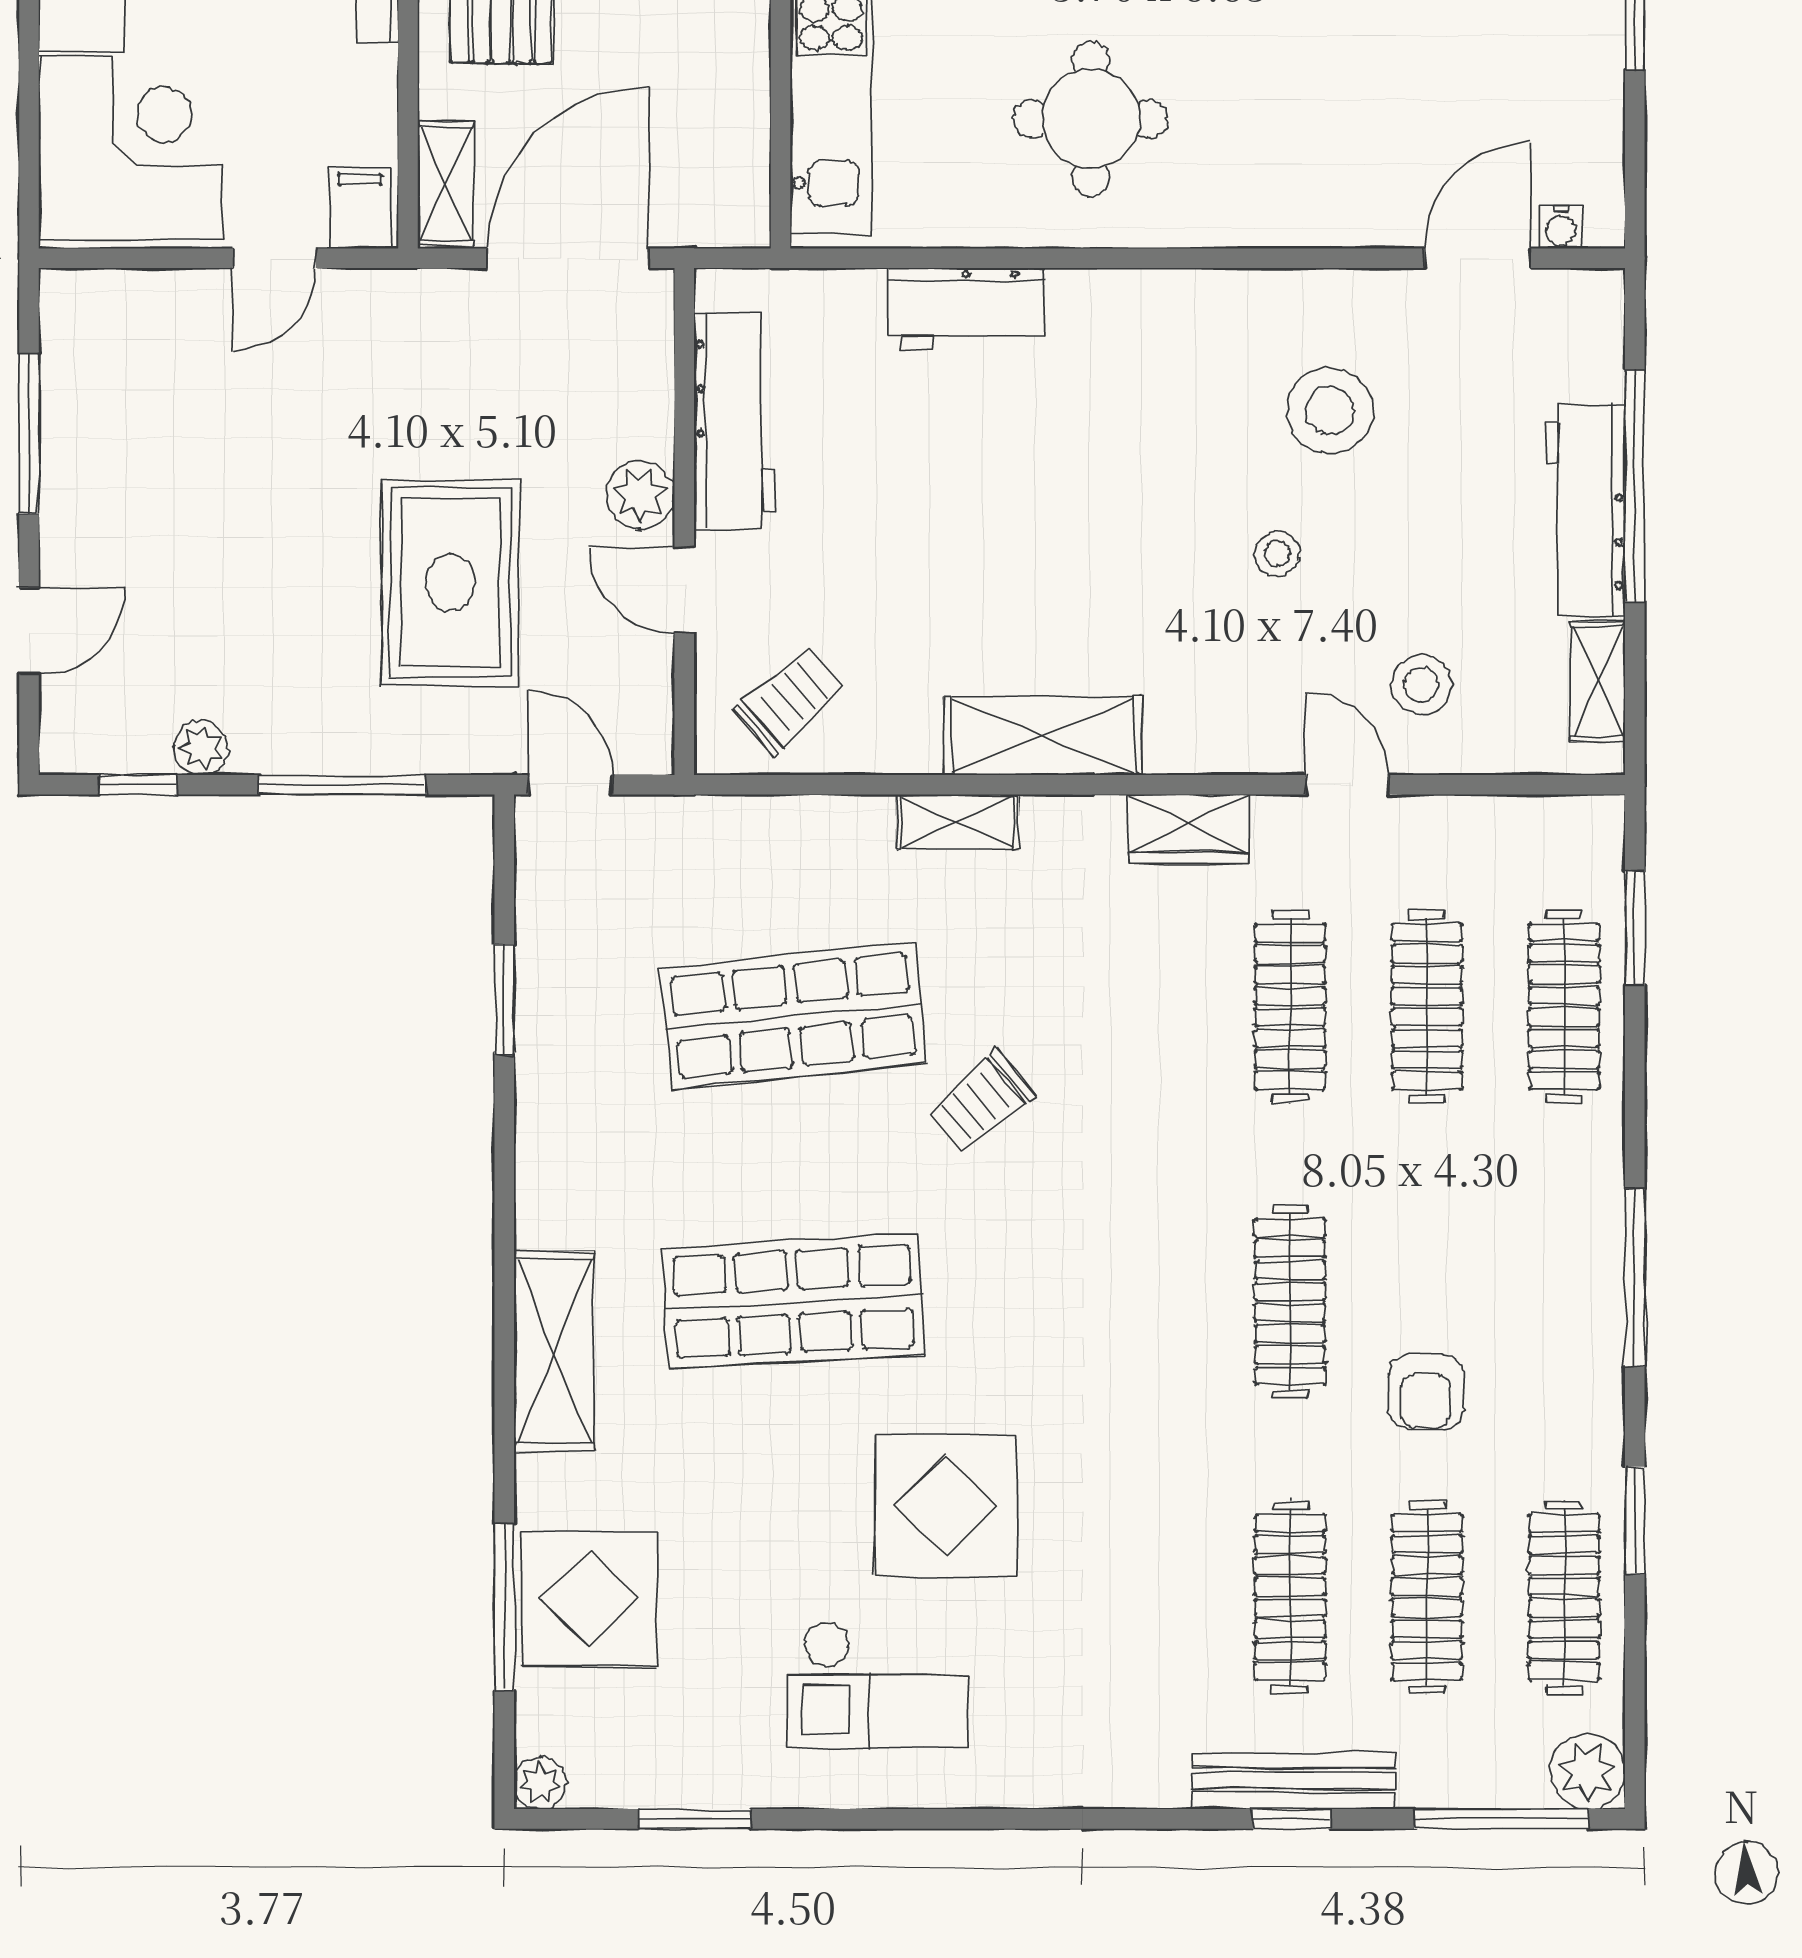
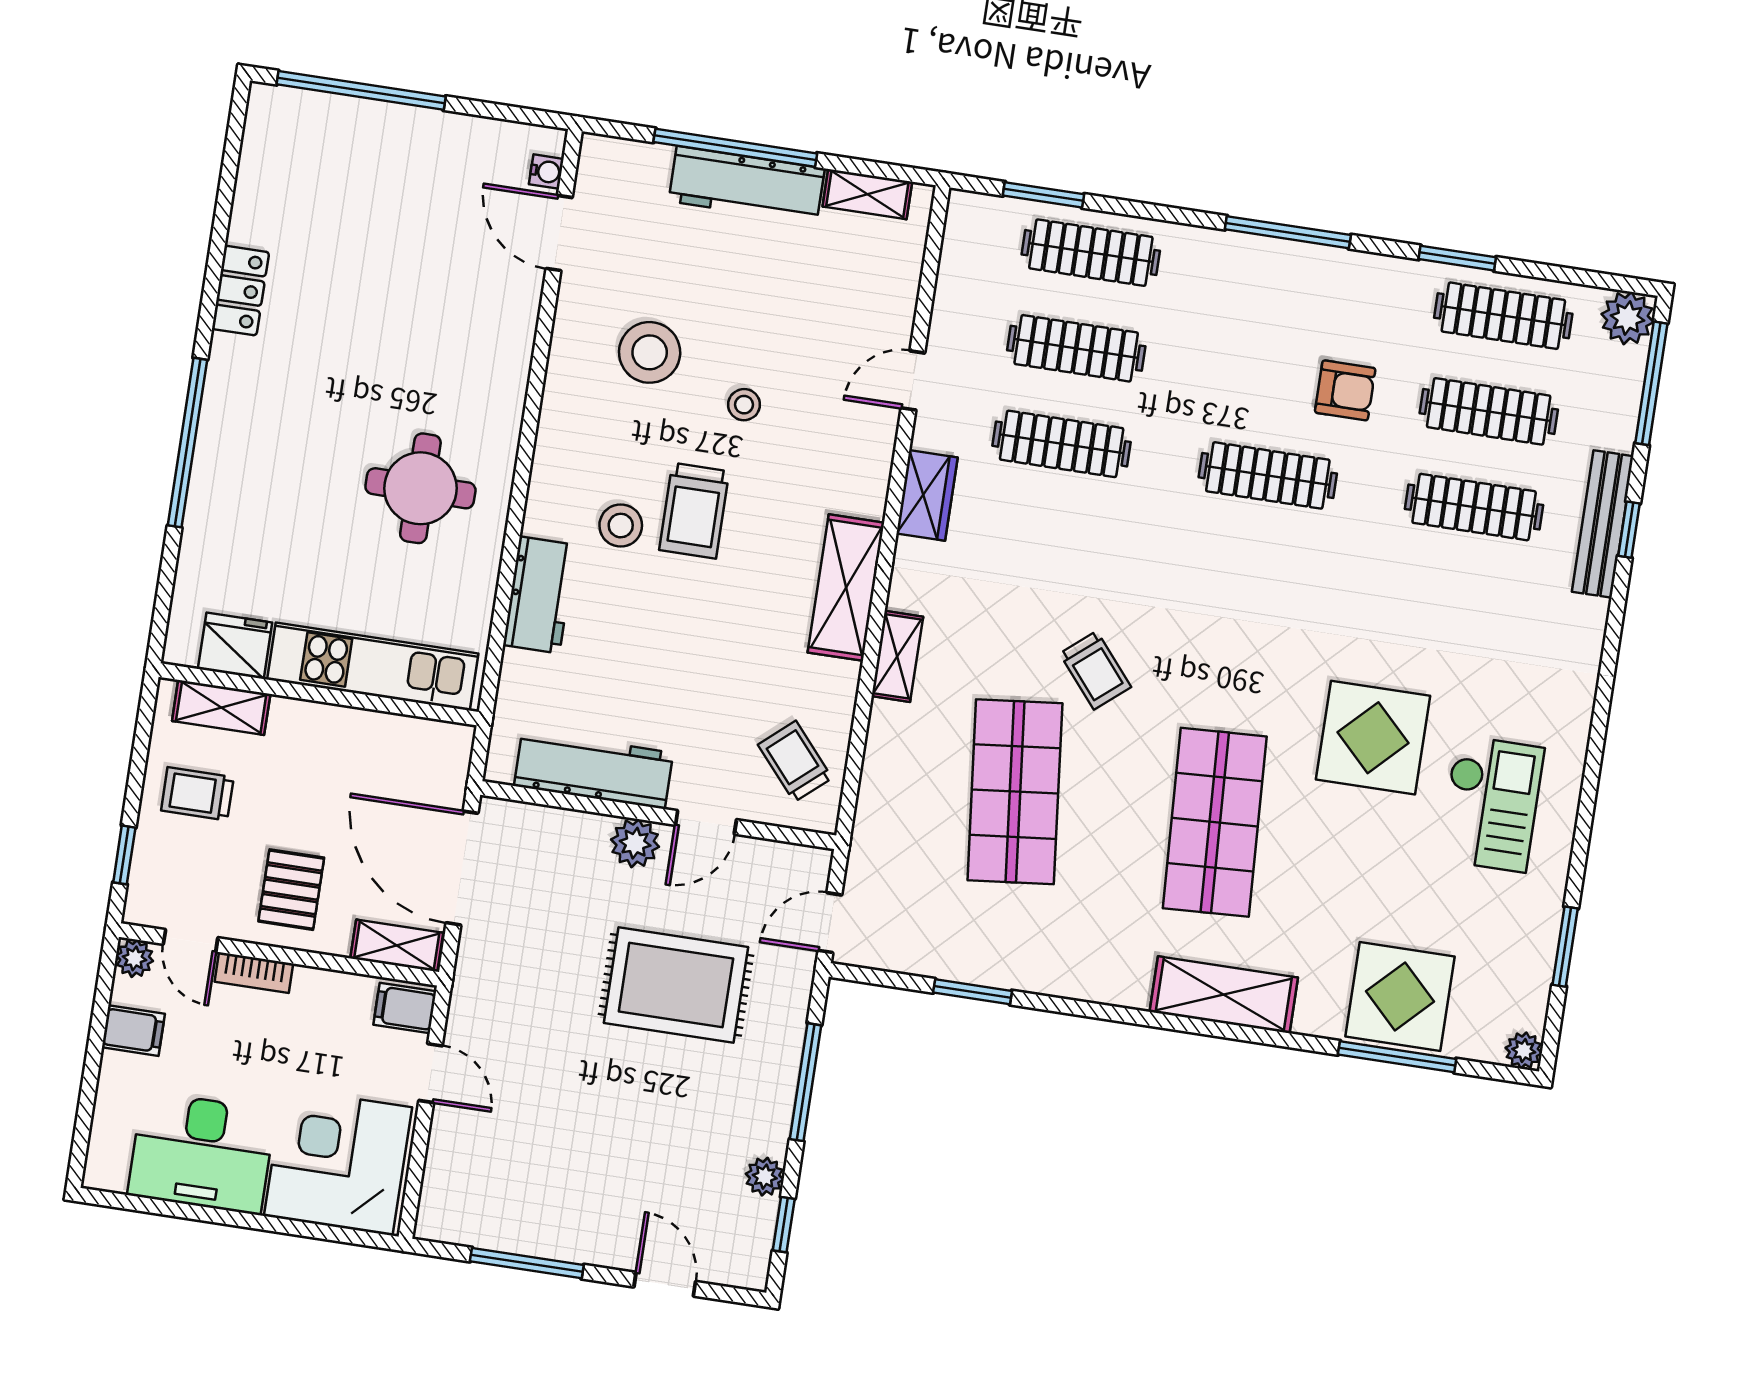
trolley: (1118, 507) -> (694, 511), added
stool: (1421, 684) -> (621, 526), moved

